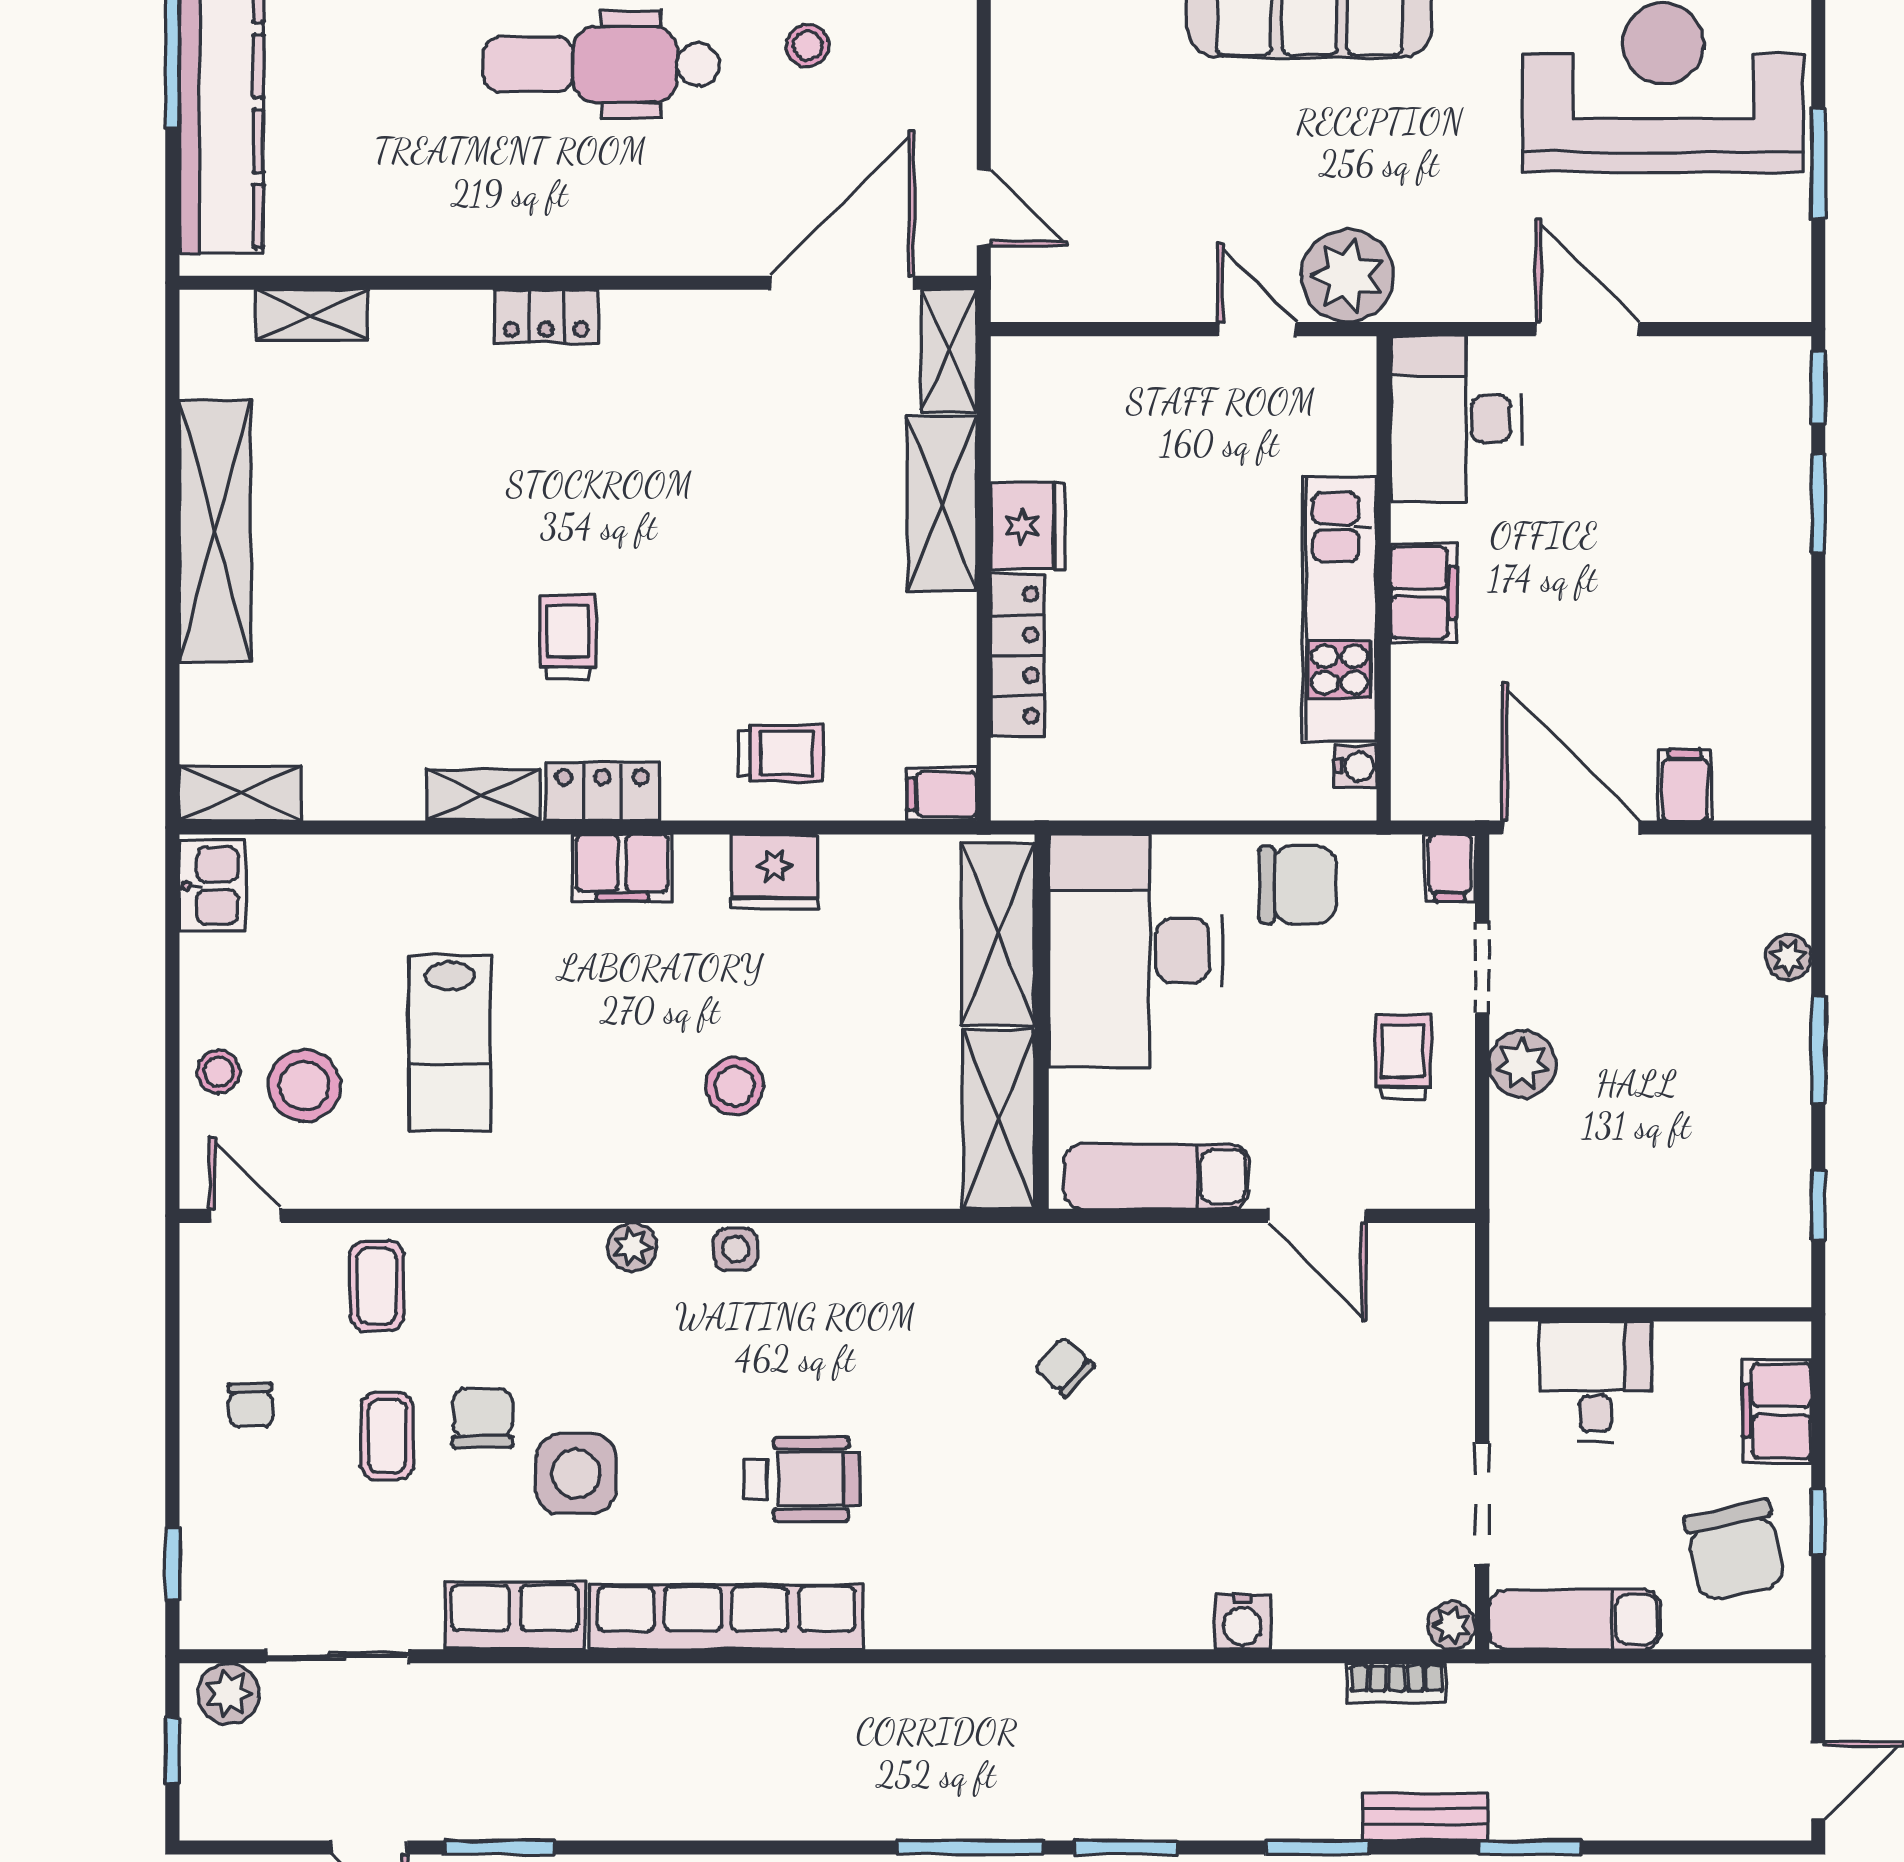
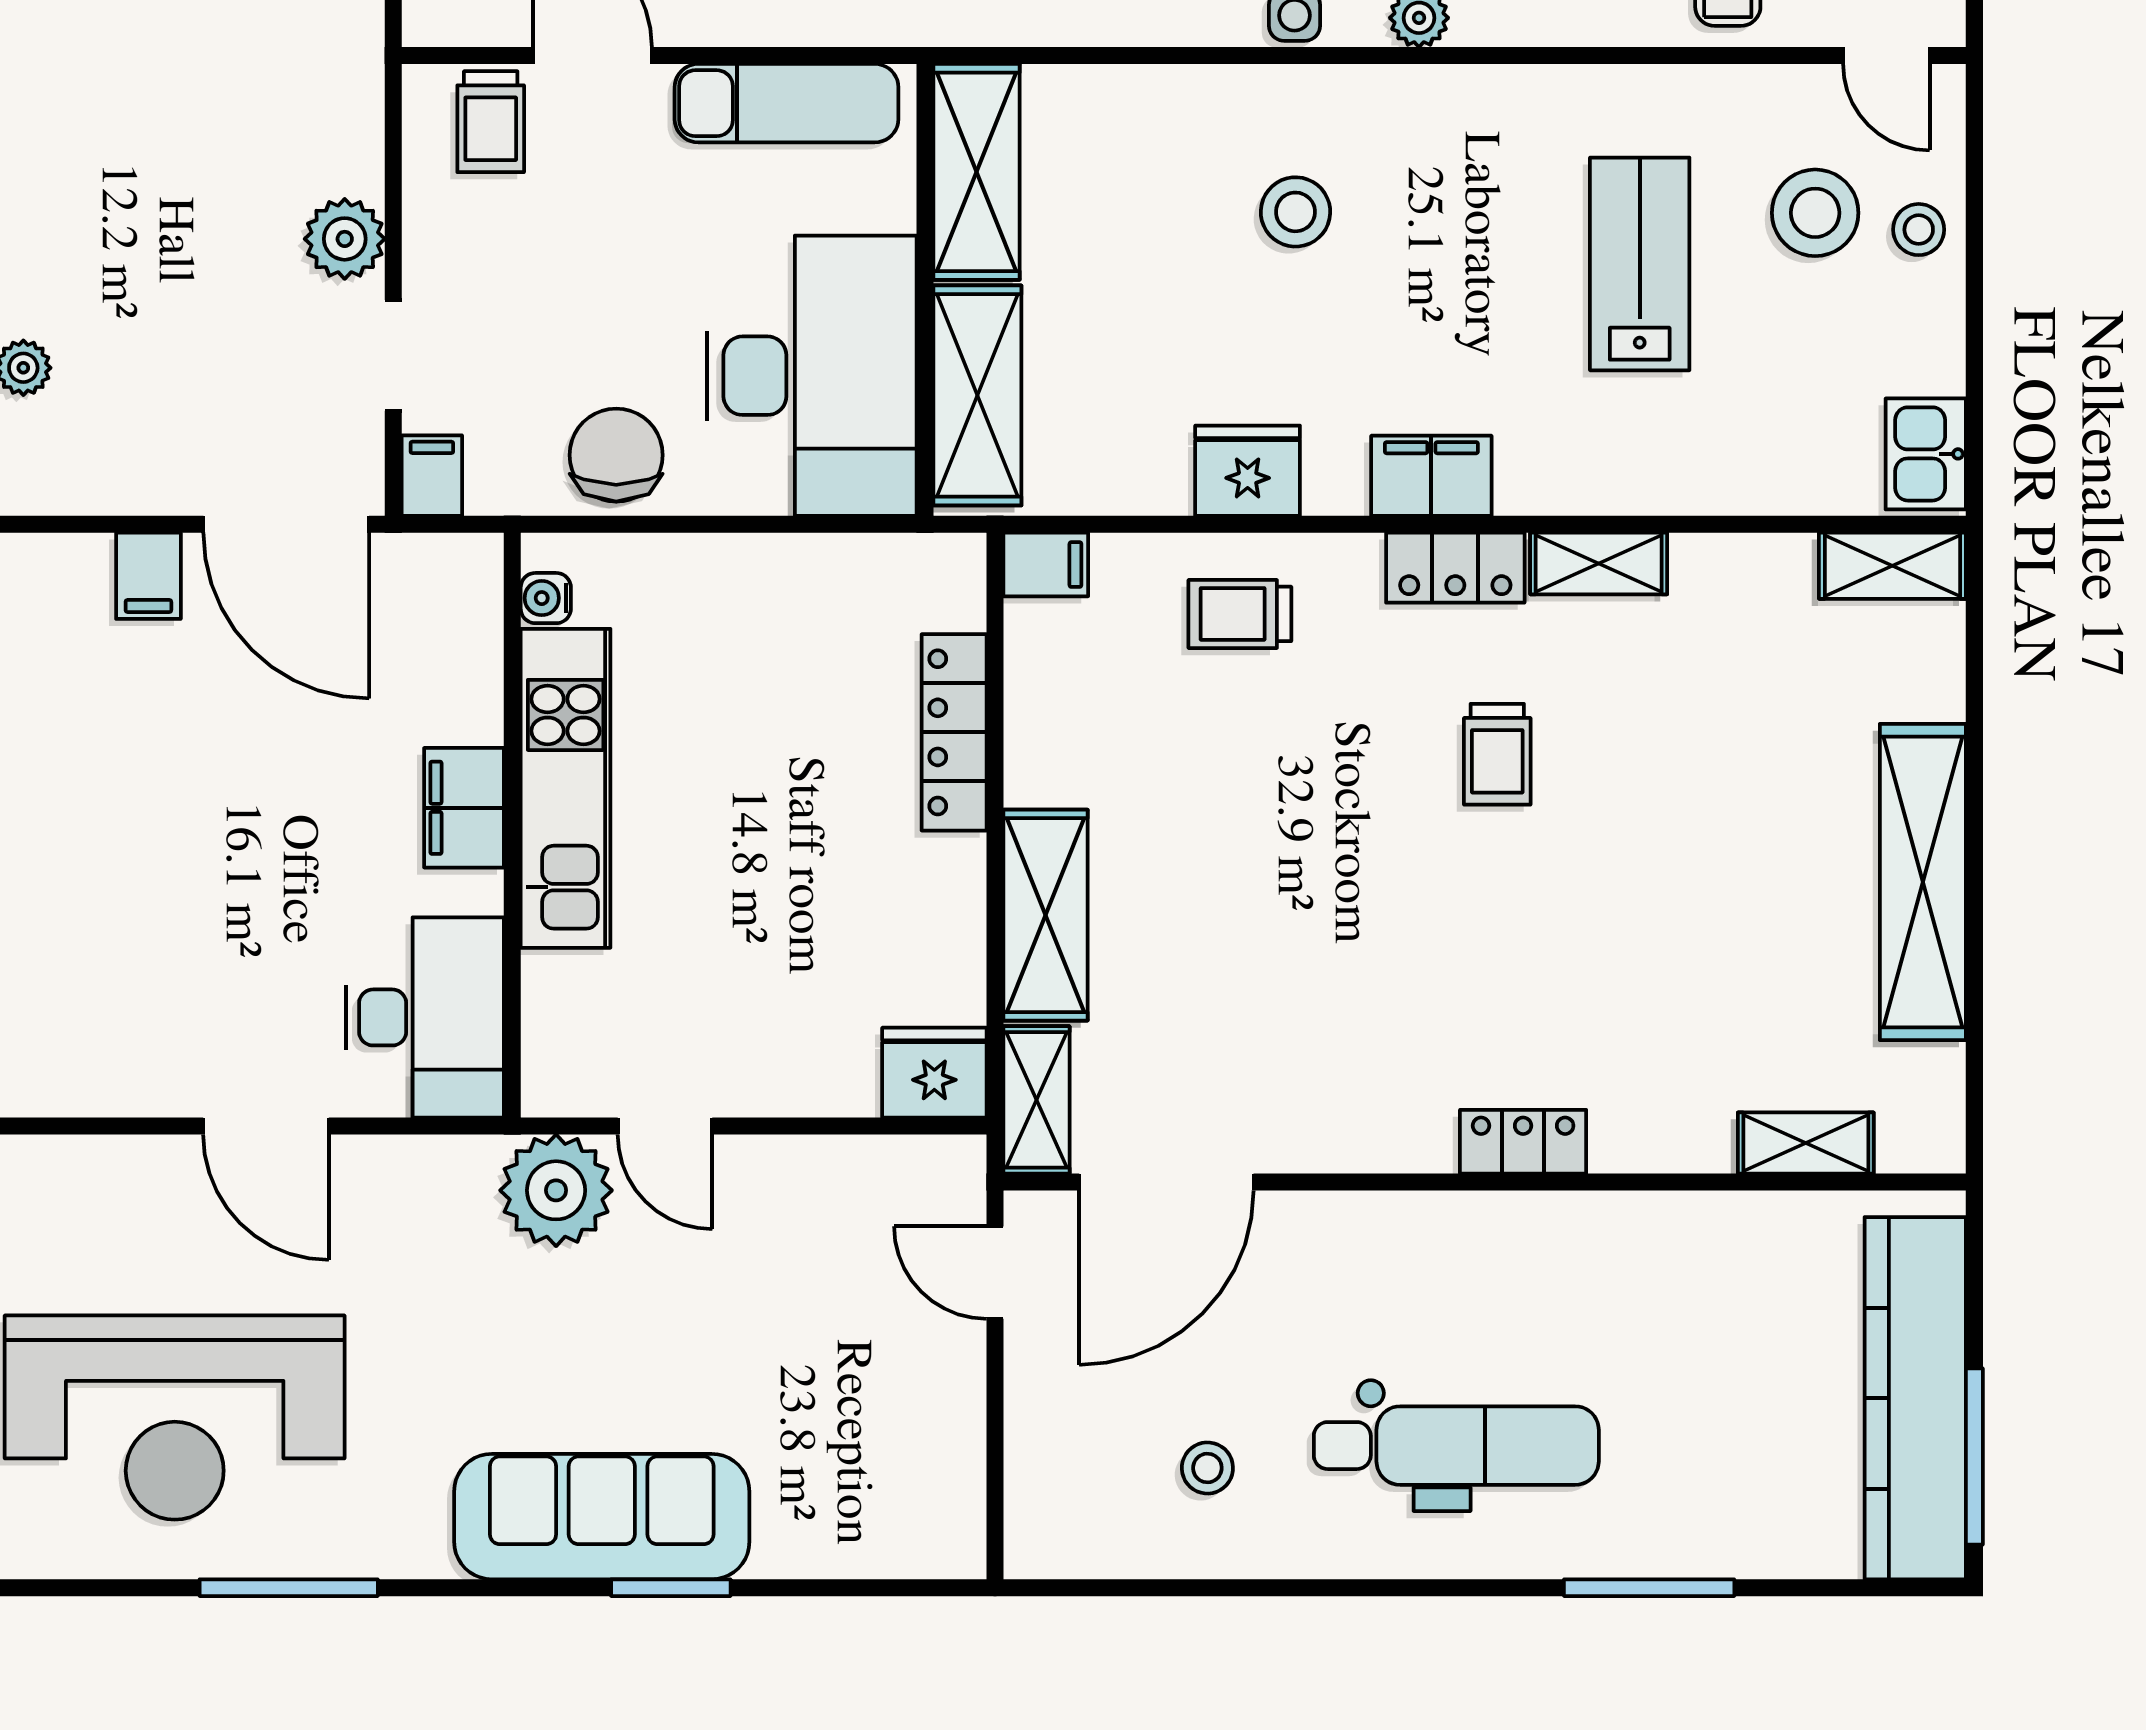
fridge: (1028, 526) -> (934, 1073), moved, turned 90
chair: (1297, 885) -> (616, 455), turned 90
trolley: (1403, 1057) -> (491, 122), moved

